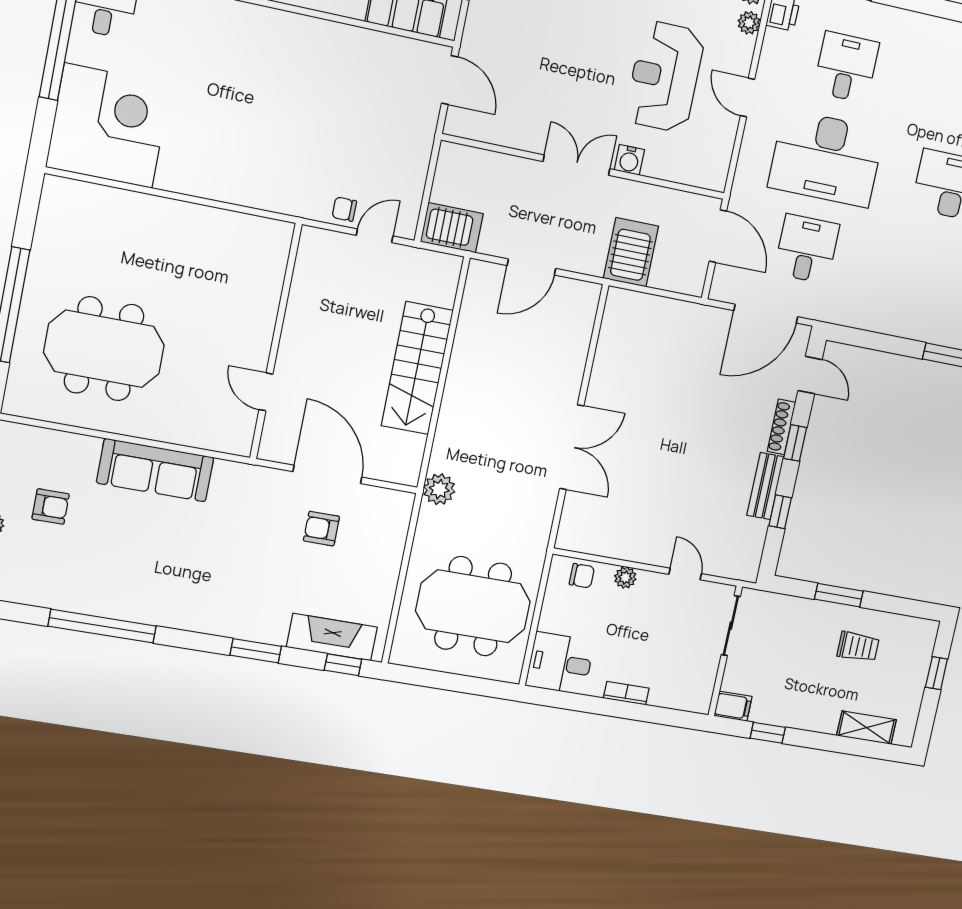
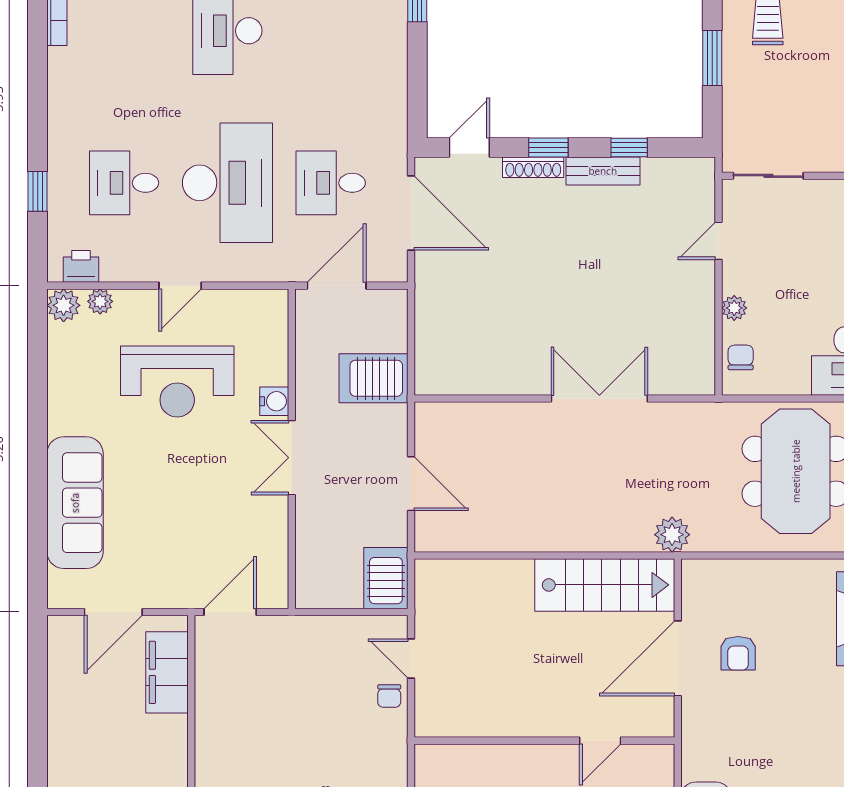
stairs: (417, 368) -> (605, 585), moved

